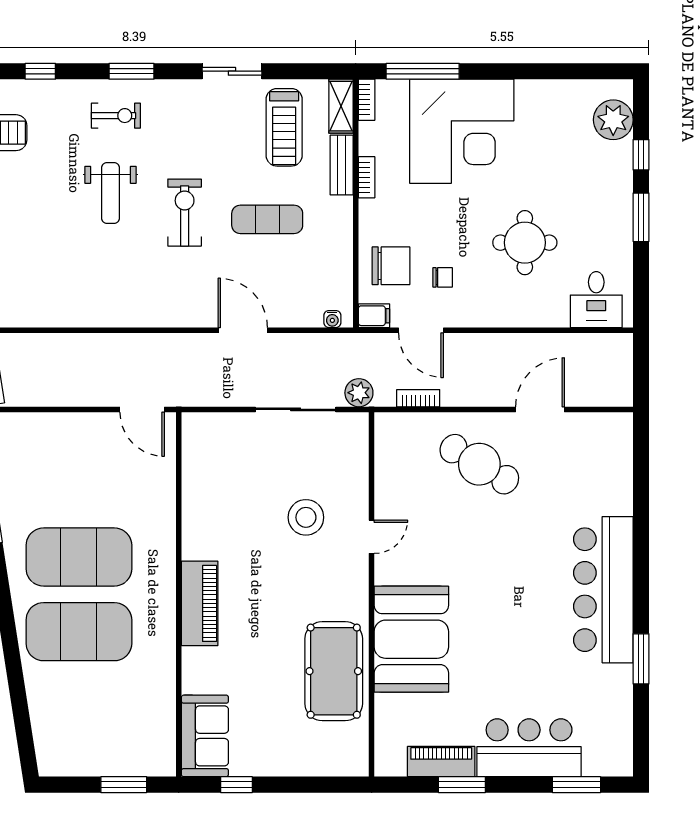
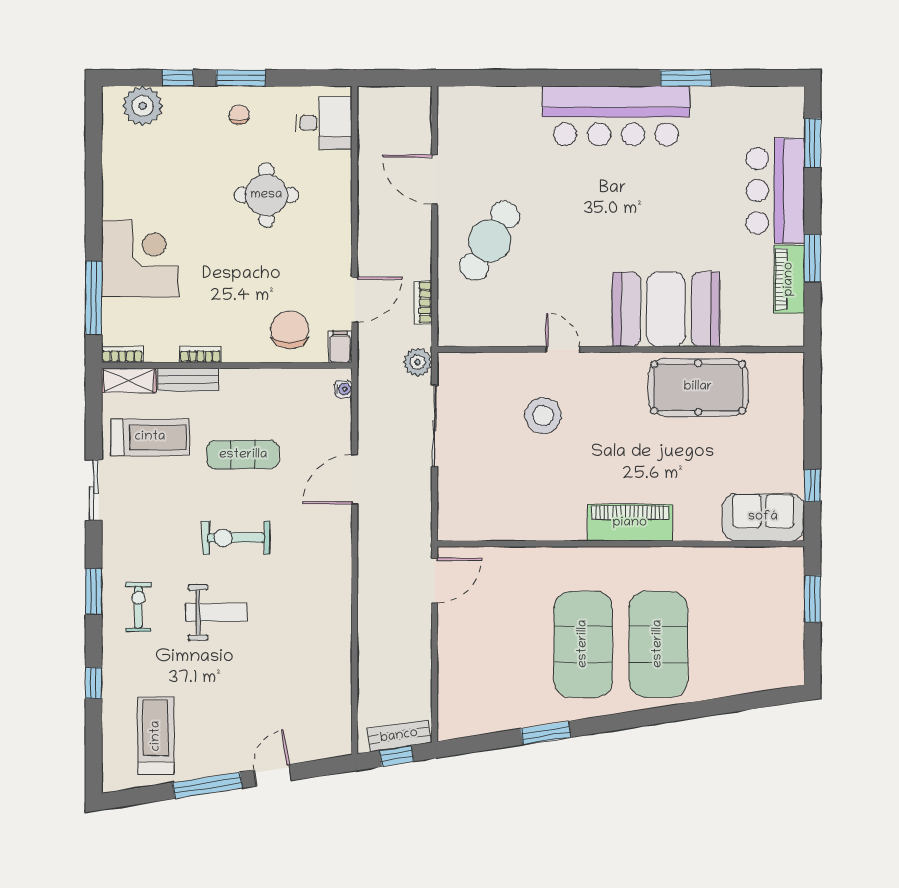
corner desk: (462, 131) -> (140, 258), width x0.74, depth x0.74
exercise mat: (267, 219) -> (243, 455), turned 90
chair: (443, 277) -> (239, 115), moved

